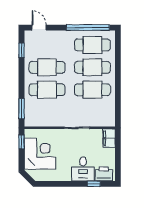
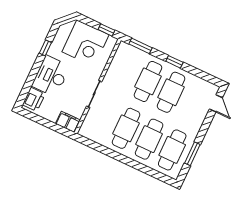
door: (39, 28) -> (216, 103), hinge flipped
window: (88, 28) -> (192, 154), width x0.47
window: (21, 50) -> (174, 62), moved
desk: (83, 169) -> (51, 76), width x1.37
window: (94, 184) -> (45, 48), moved

